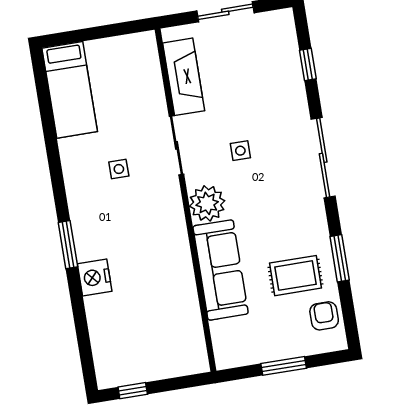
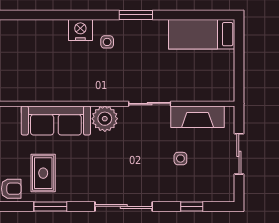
side table: (240, 151) -> (180, 159), moved
side table: (119, 169) -> (107, 42), moved
window: (68, 245) -> (136, 15), moved
nightstand: (95, 277) -> (80, 30), moved

